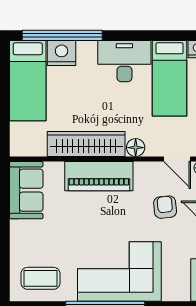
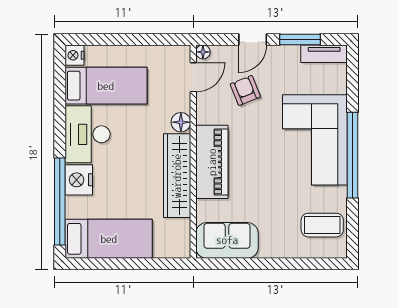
nightstand: (62, 53) -> (79, 180), moved
armchair: (165, 207) -> (245, 90), turned 74
coffee table: (40, 278) -> (322, 225), turned 90

